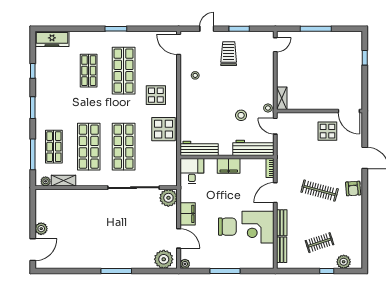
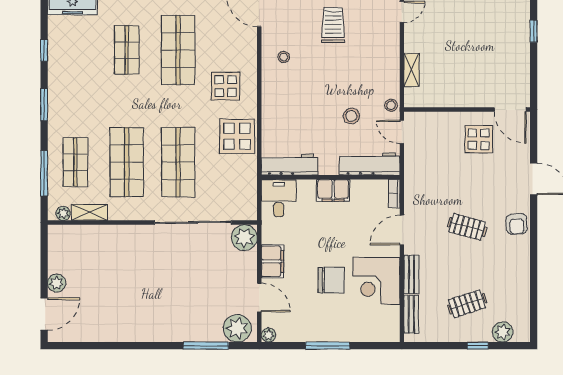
shelving: (282, 98) -> (411, 70), moved
clothes rail: (320, 191) -> (467, 227), width x0.73
window: (116, 271) -> (206, 346), moved

